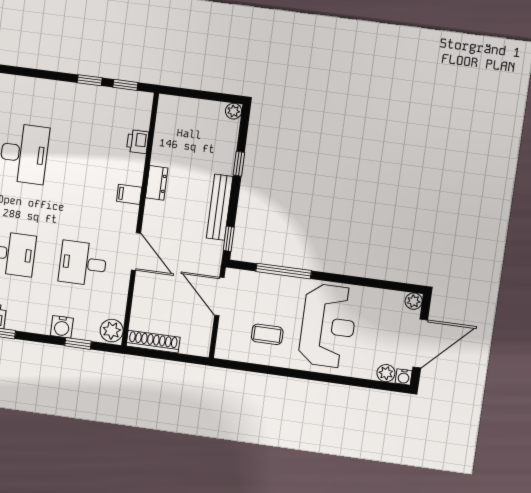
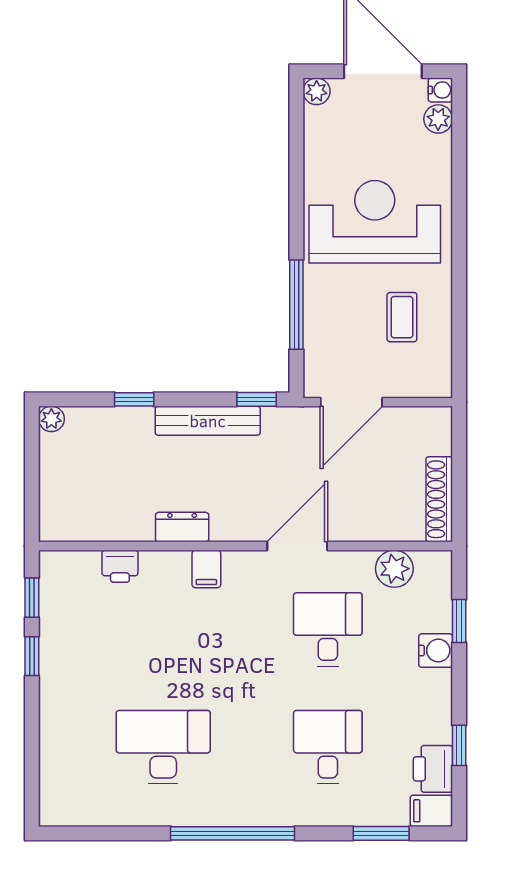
desk: (83, 263) -> (328, 629), turned 180
plant: (112, 331) -> (394, 569), moved

